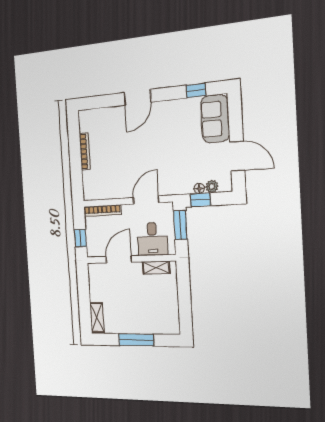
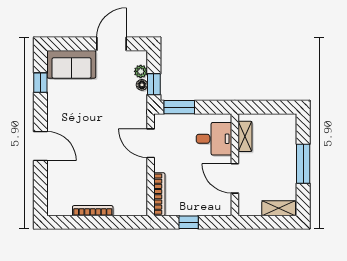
desk: (152, 239) -> (214, 139), moved
door: (119, 259) -> (235, 178), moved
wall: (131, 259) -> (235, 165), moved
shelving: (156, 268) -> (245, 136), moved

